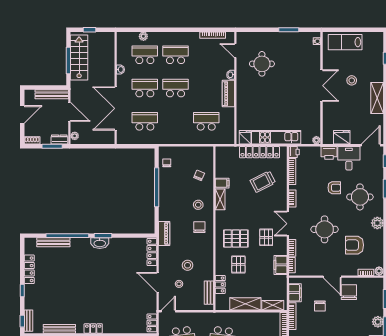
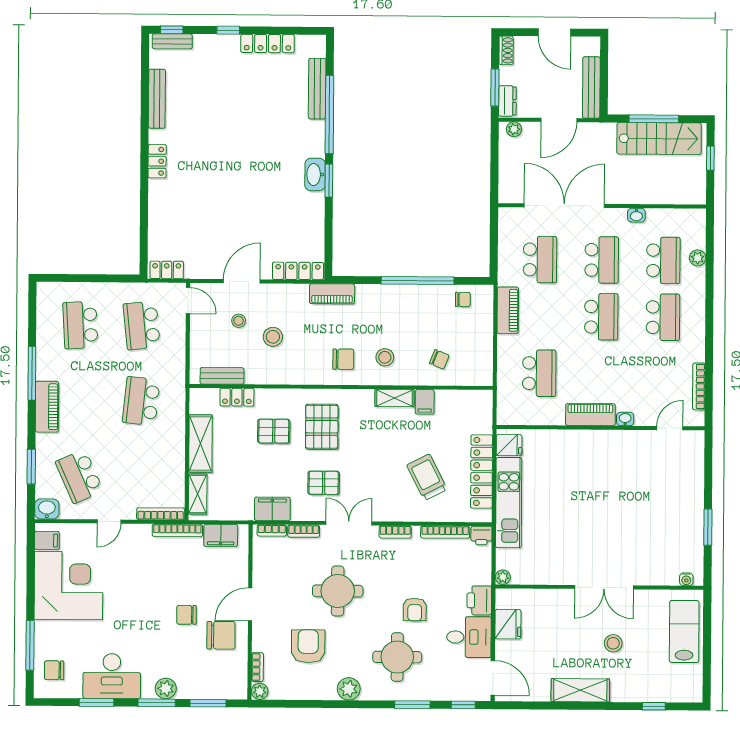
round table: (262, 64) -> (645, 477), removed
piano: (172, 139) -> (508, 310), added
chair: (320, 306) -> (186, 615), moved

